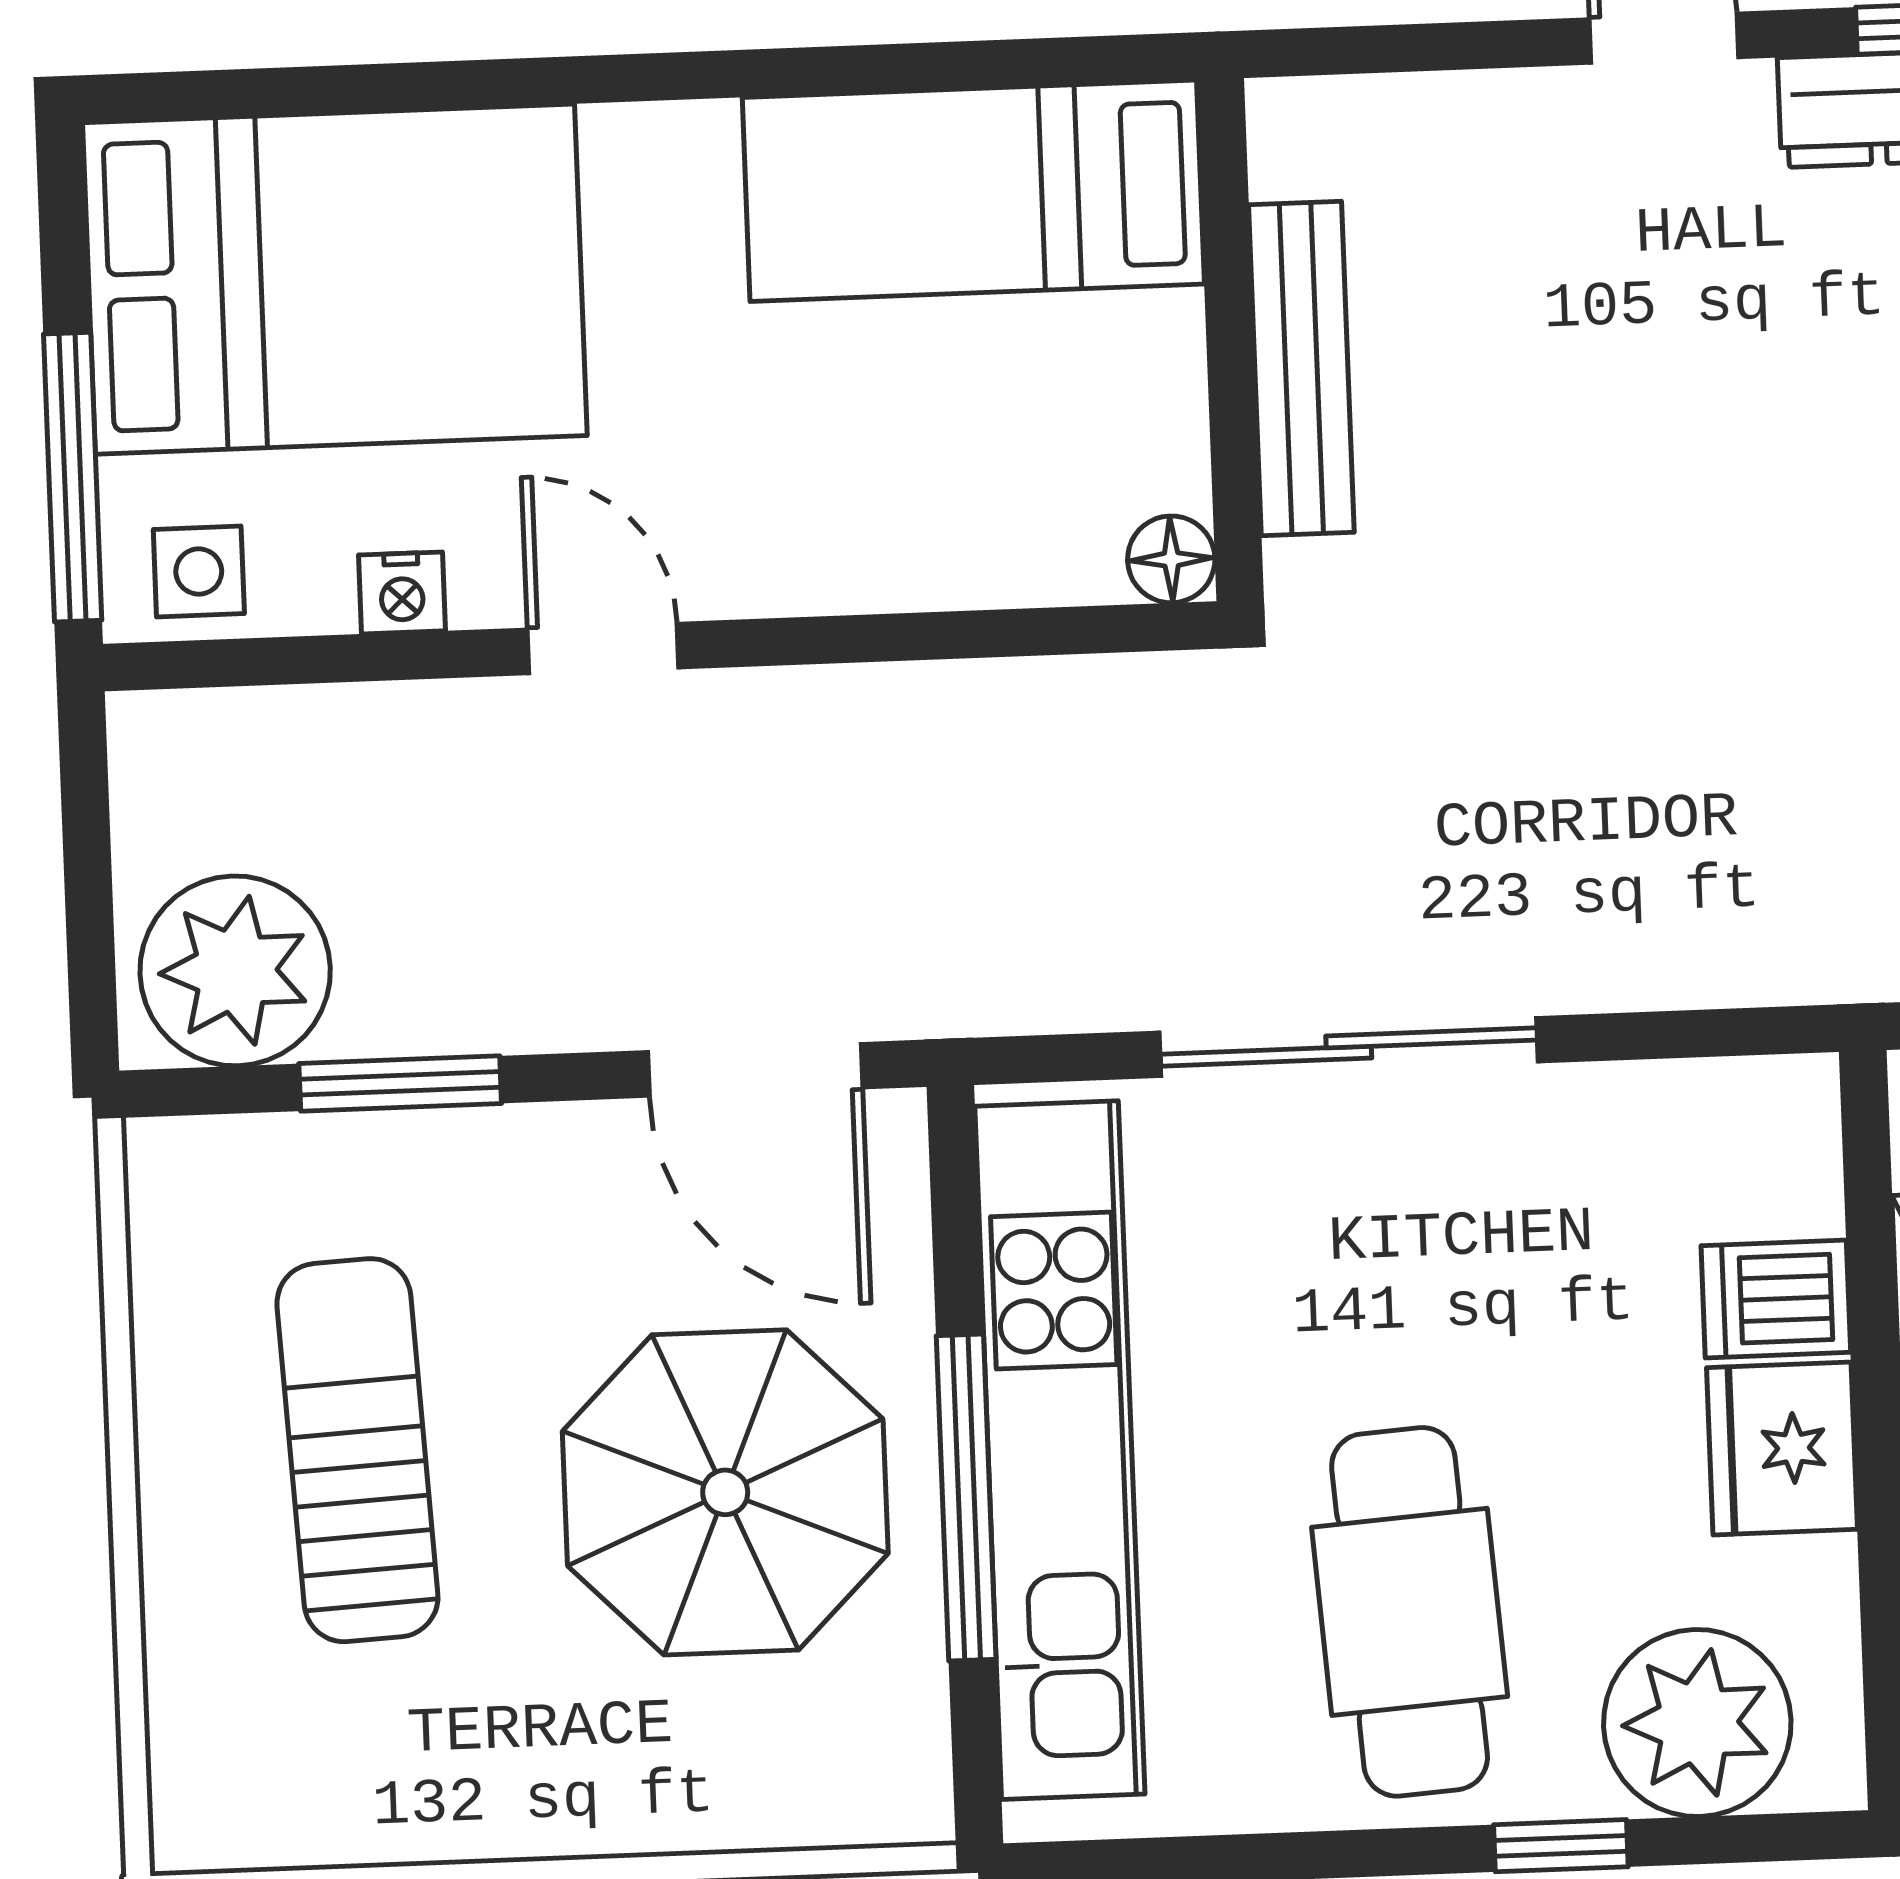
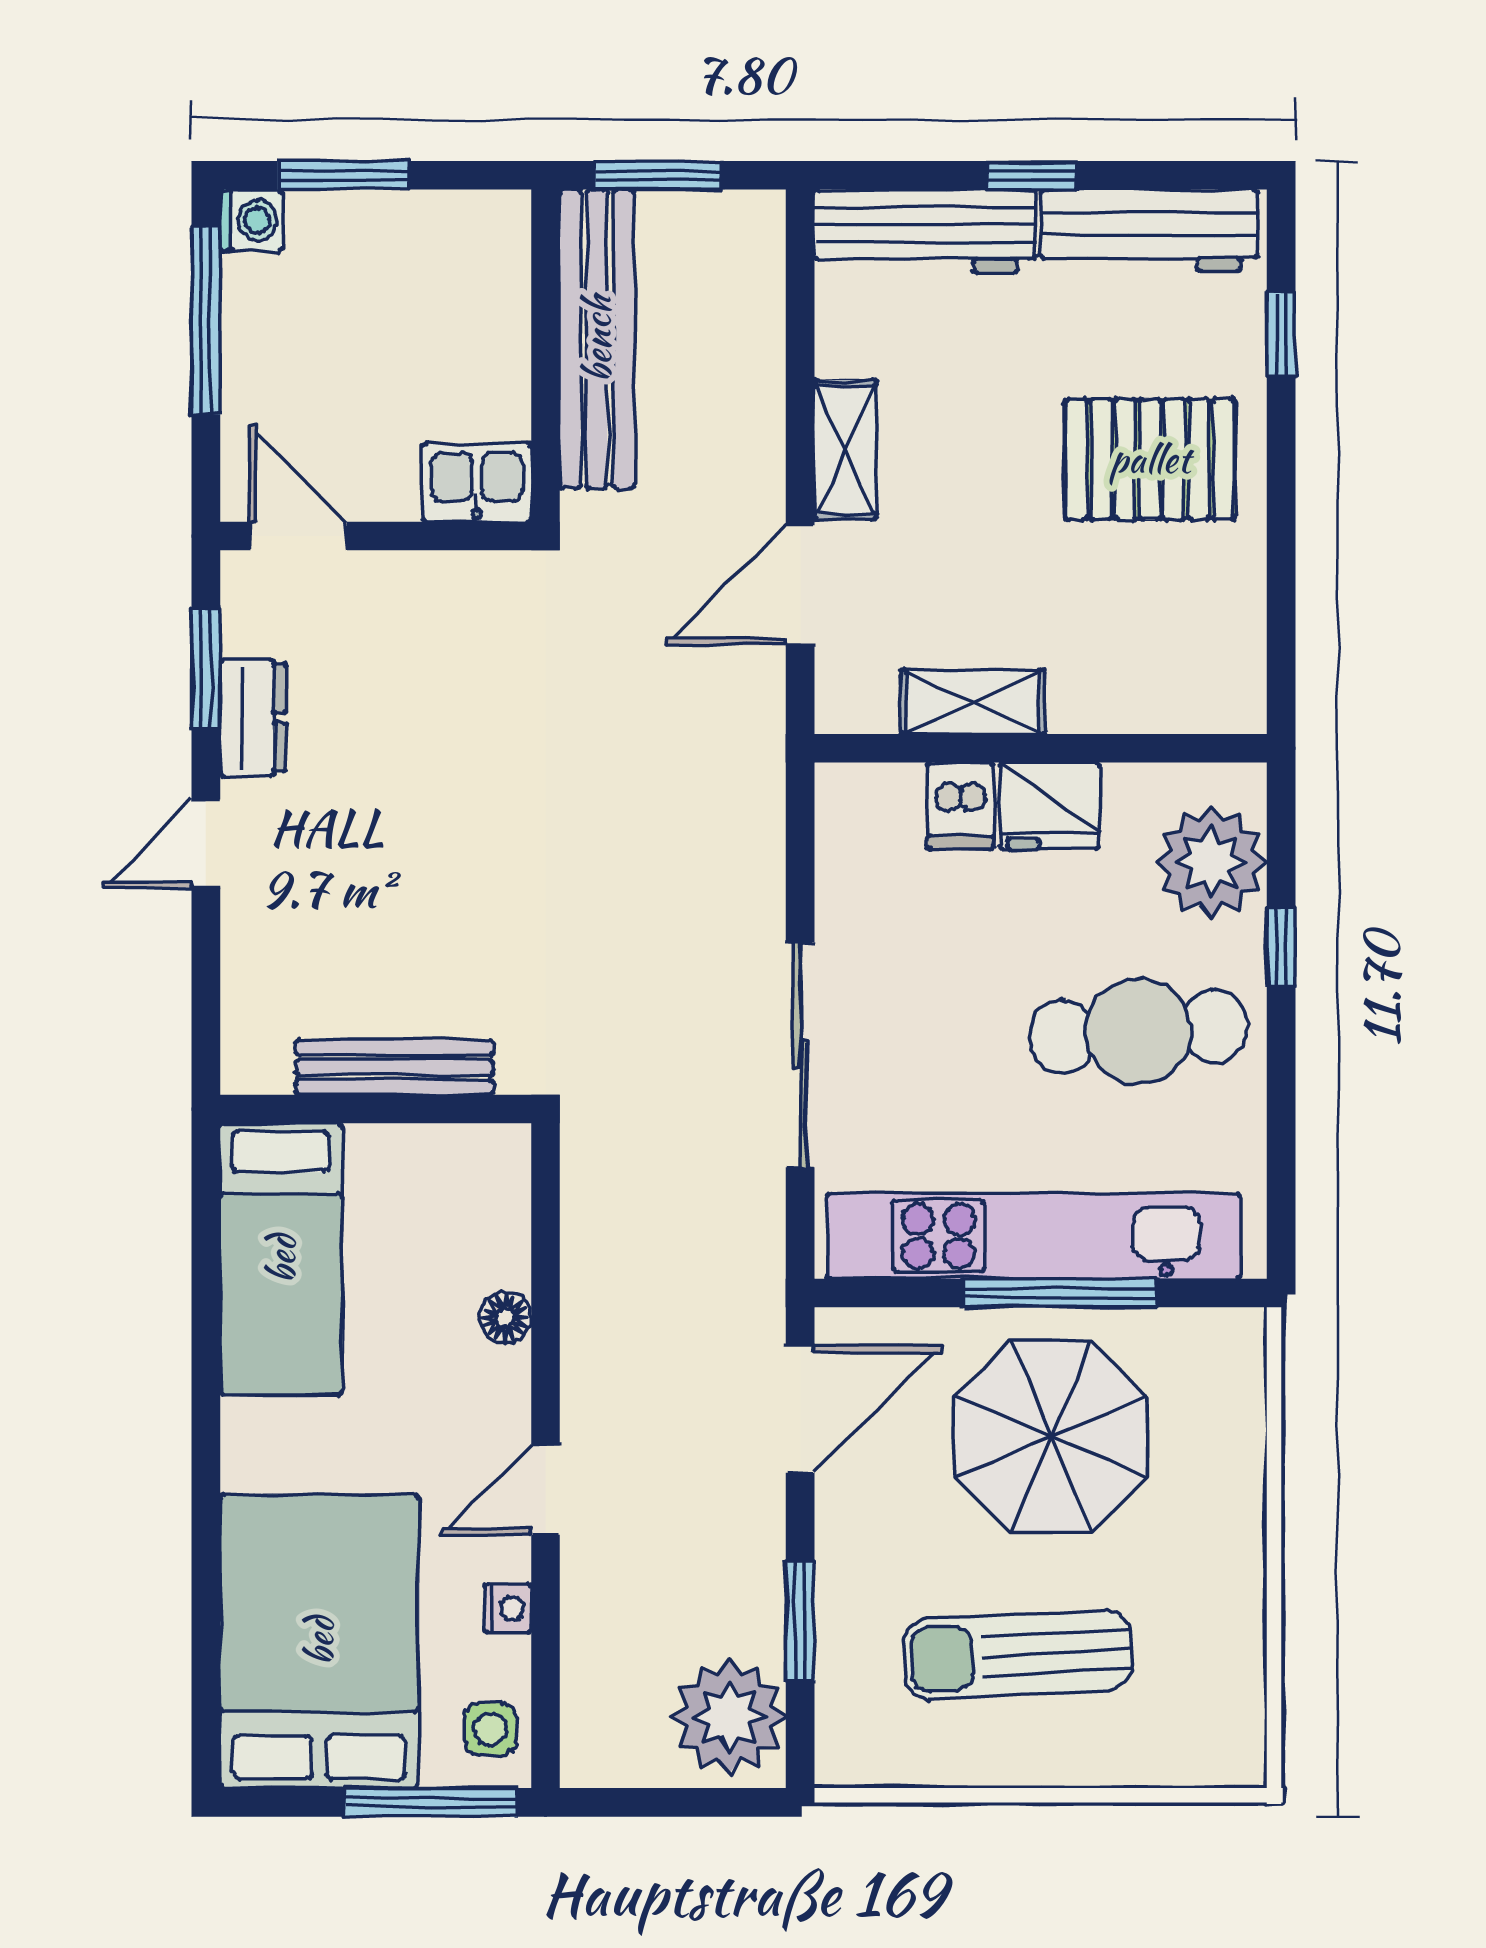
floor lamp: (1171, 559) -> (505, 1318), moved

